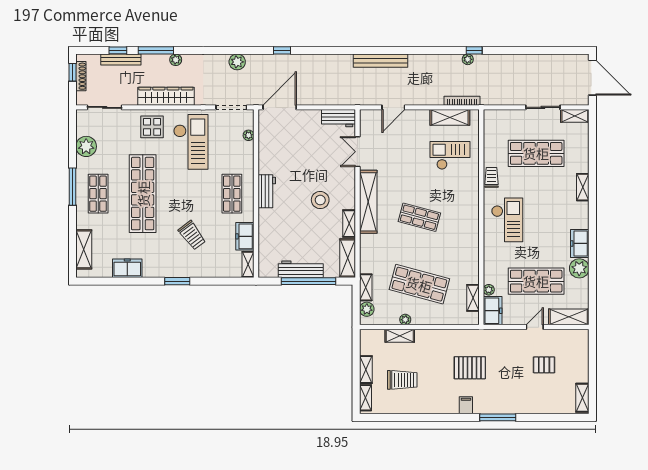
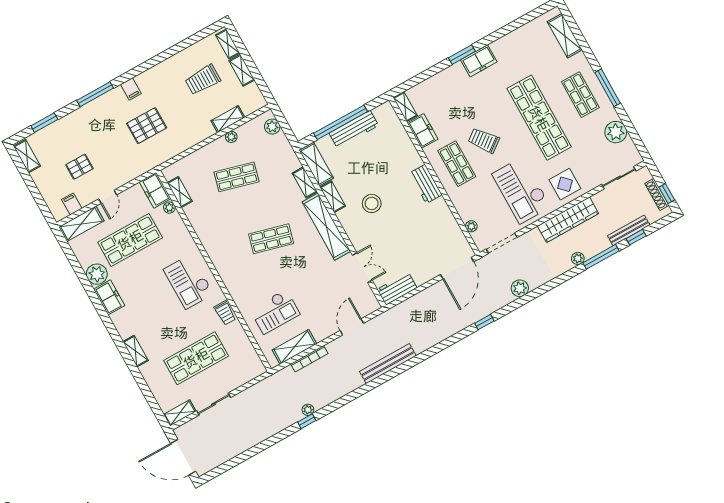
bookcase: (462, 101) -> (309, 359), moved
trolley: (192, 235) -> (484, 140), moved
freezer: (127, 268) -> (479, 61), moved
shop shelf: (419, 284) -> (236, 177), width x0.70, depth x0.74
shelving: (366, 287) -> (305, 182), moved
filing cabinet: (568, 338) -> (72, 204), added
window: (553, 417) -> (44, 123), added

